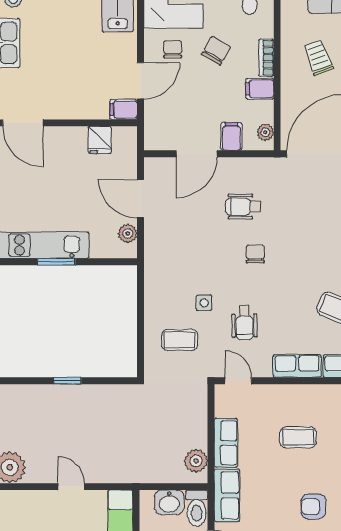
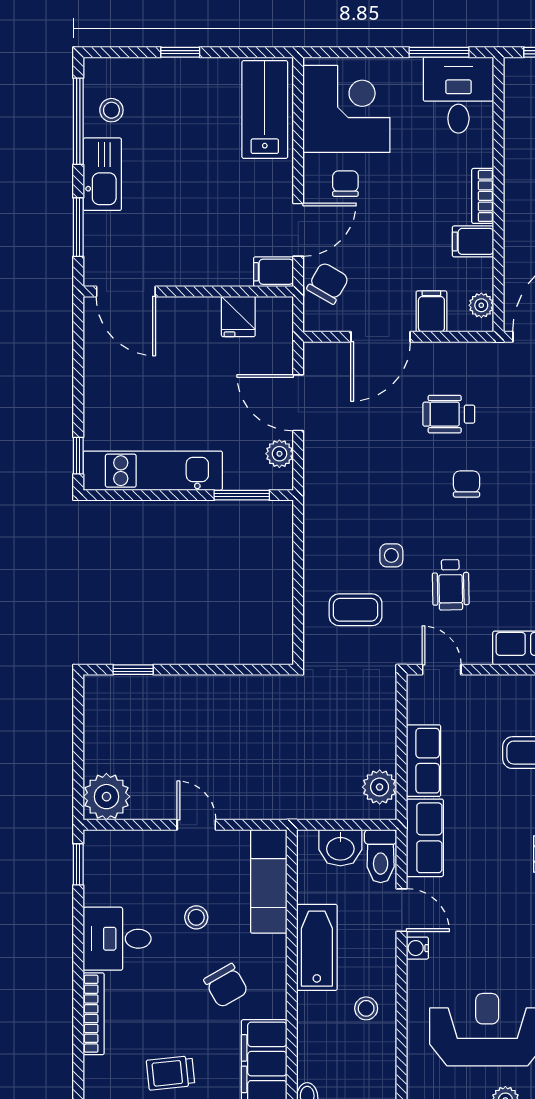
chair: (216, 51) -> (328, 283), moved
window: (56, 262) -> (242, 495), moved
window: (67, 381) -> (133, 670), moved

